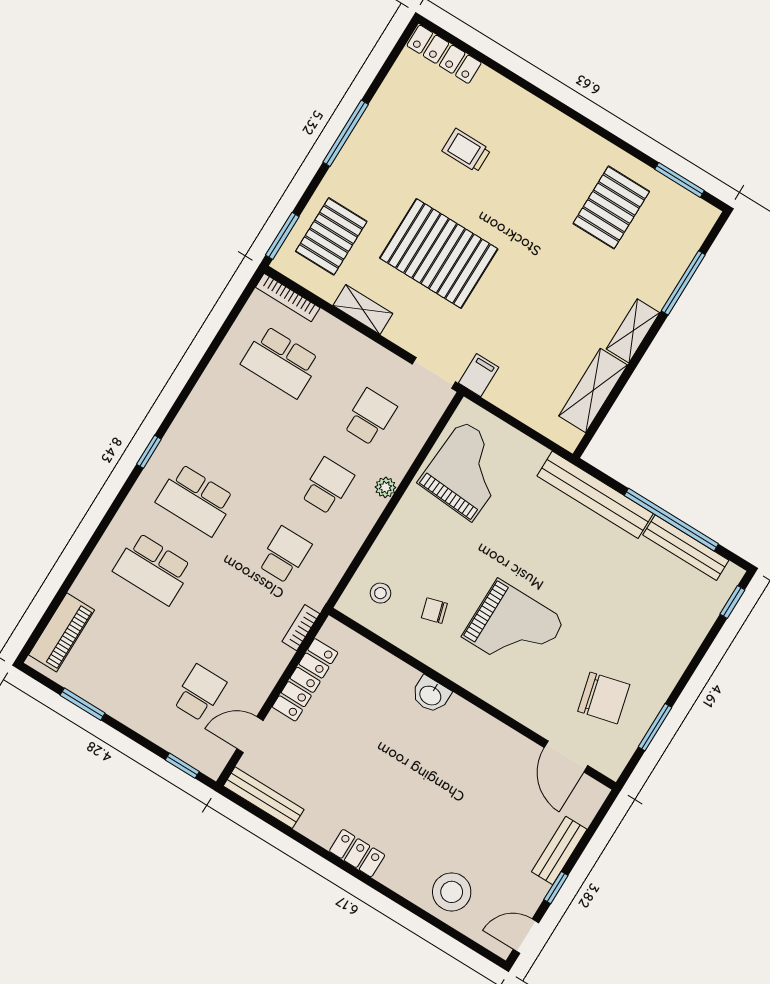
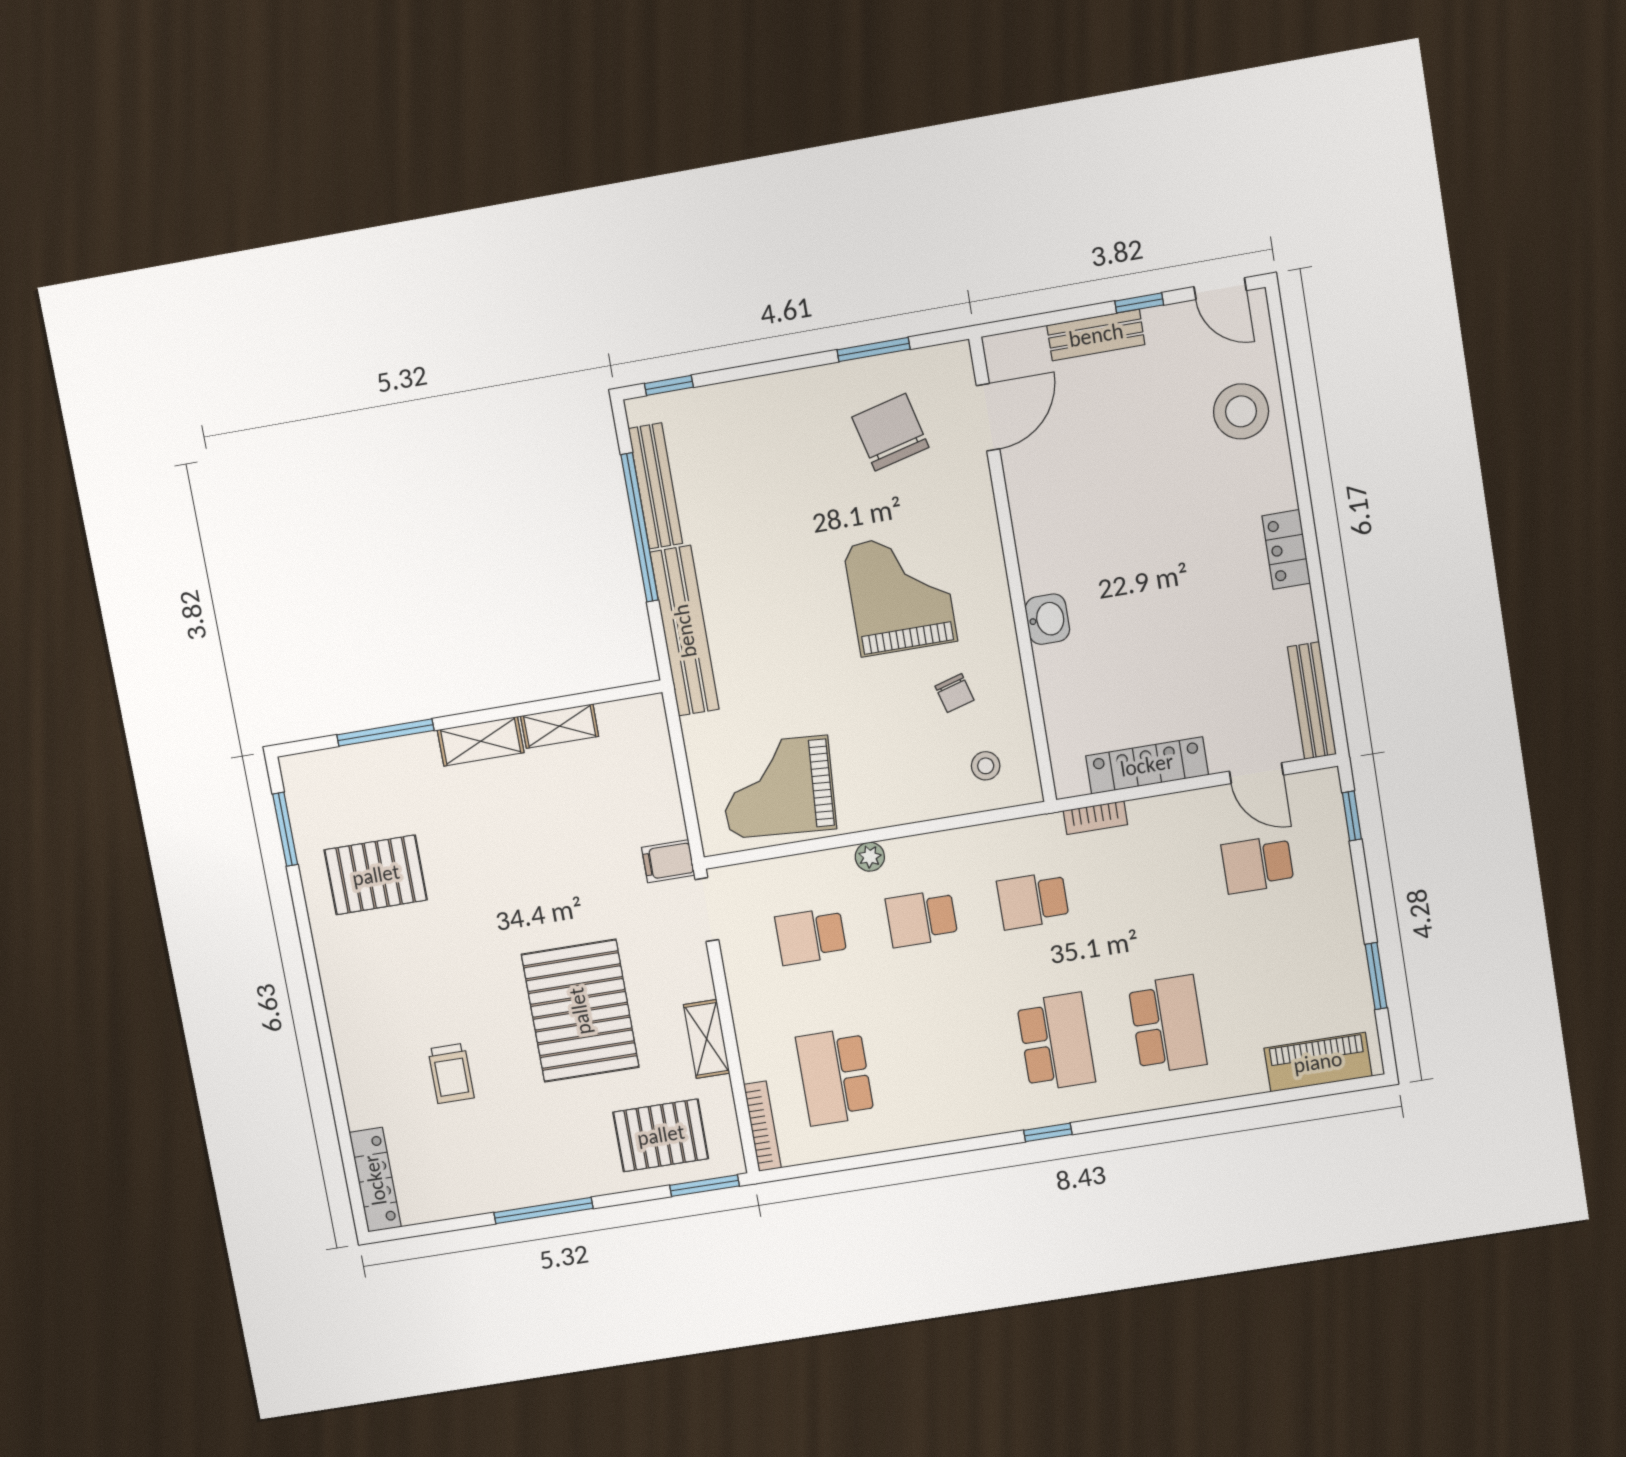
school desk: (281, 362) -> (835, 1077), turned 180
shelving: (593, 391) -> (560, 726), width x0.67, depth x0.75

